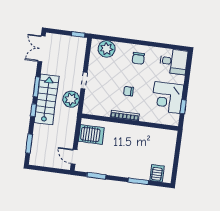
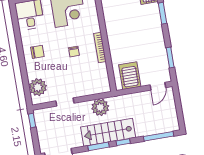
doorway: (84, 81) -> (65, 102), moved
window: (29, 144) -> (159, 136), width x1.44

